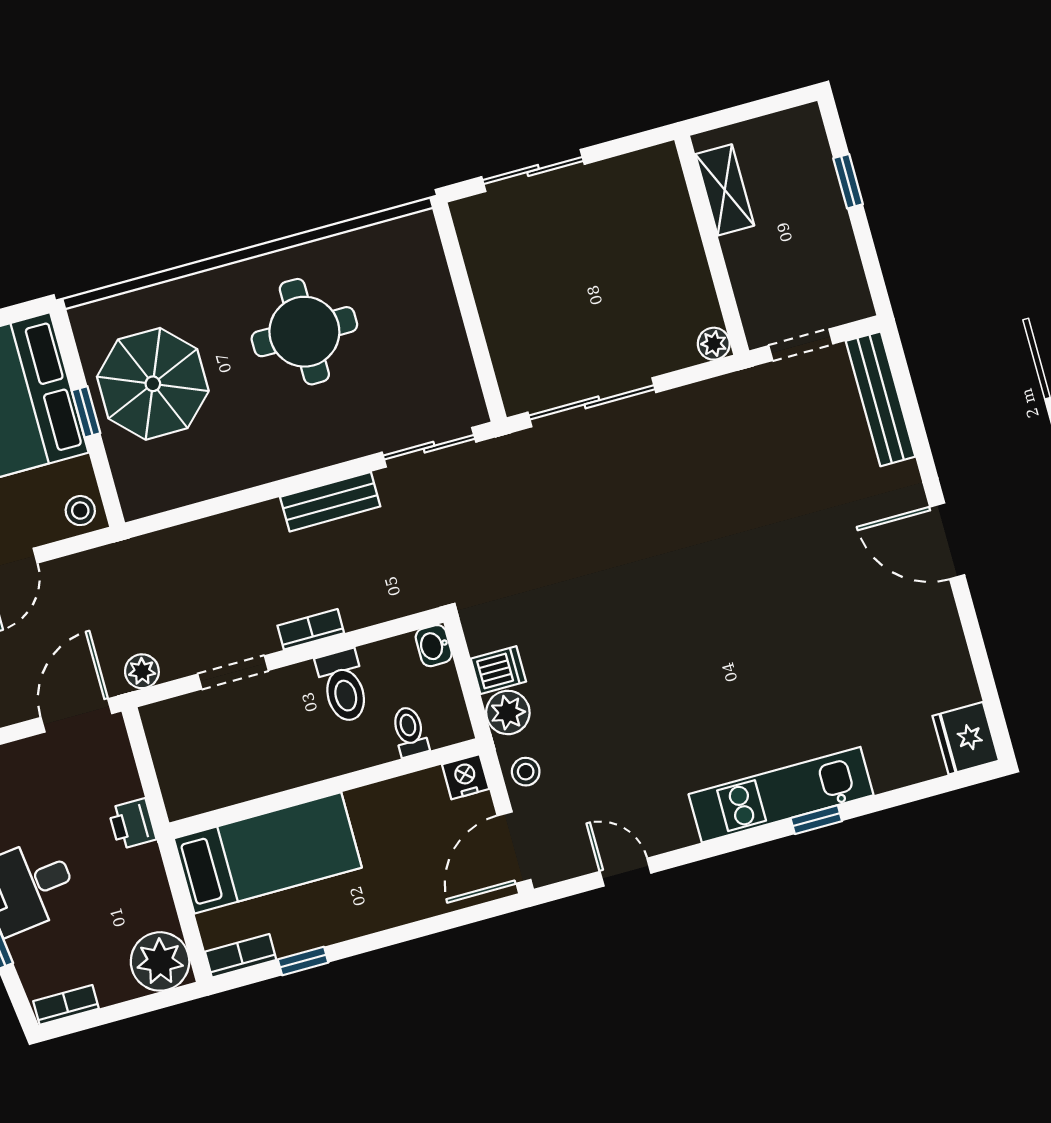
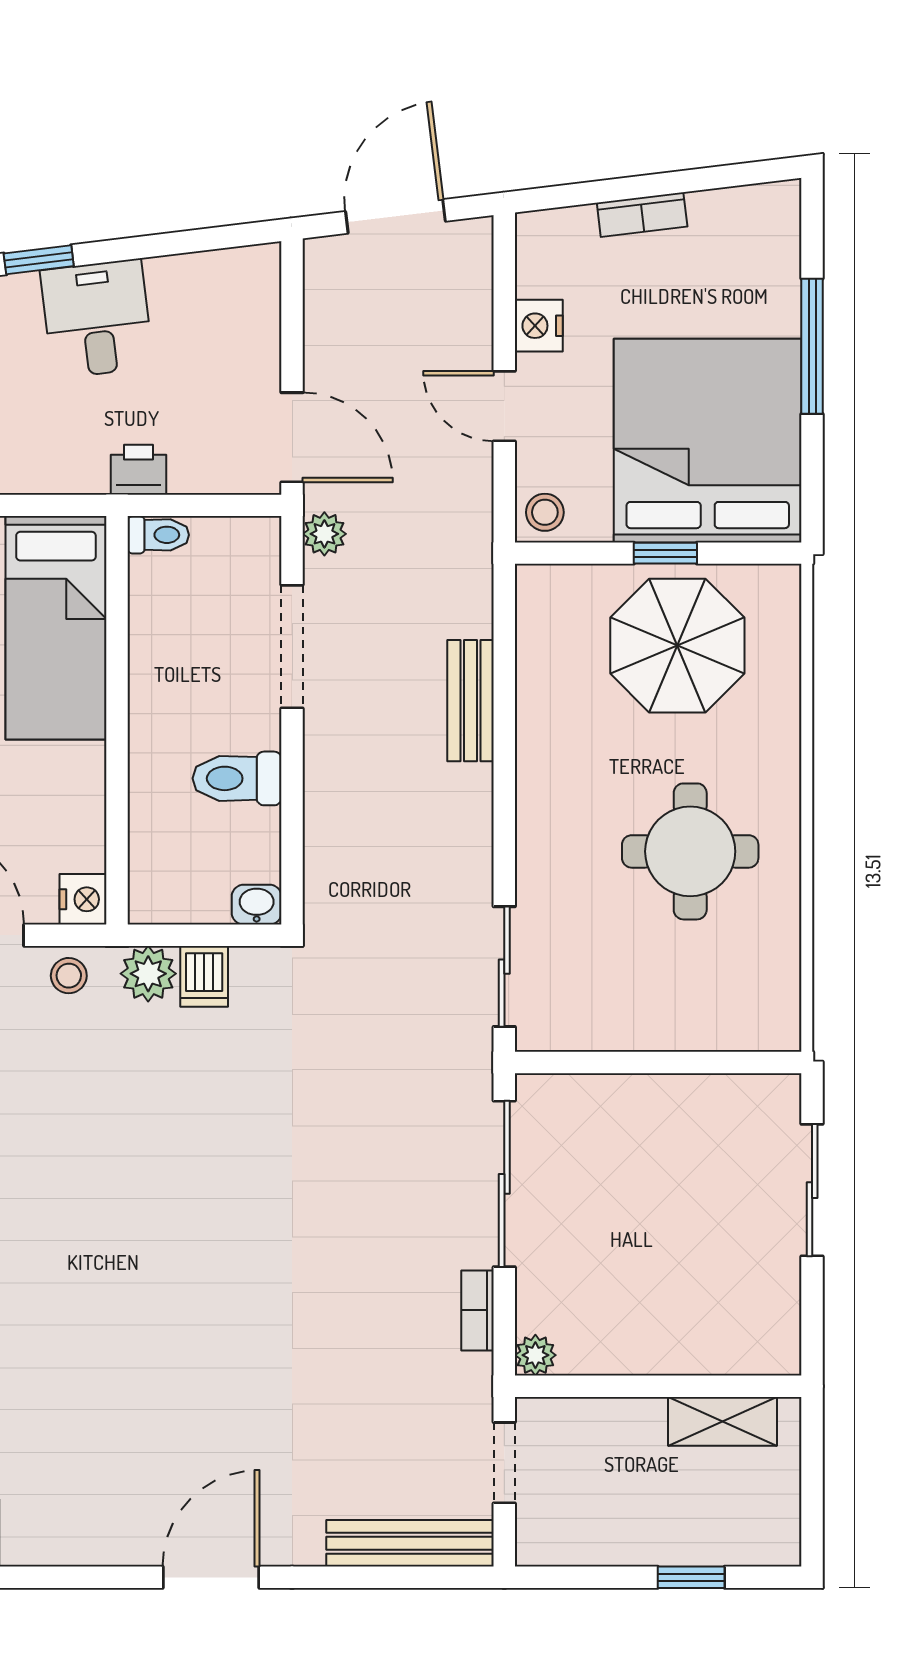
bench: (330, 502) -> (471, 701), moved
bookcase: (311, 629) -> (478, 1310), moved, turned 180
doorway: (233, 672) -> (292, 647), width x1.38
toilet: (410, 731) -> (158, 535), moved

